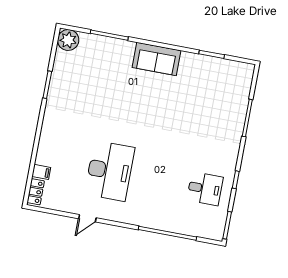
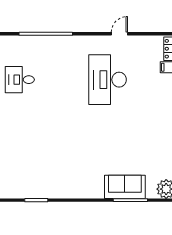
sofa: (157, 59) -> (125, 187), moved

